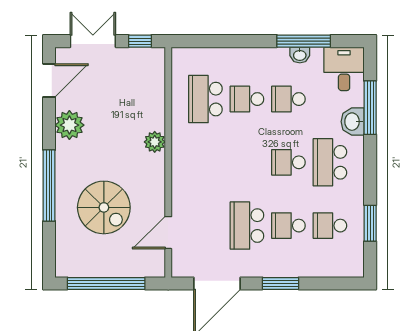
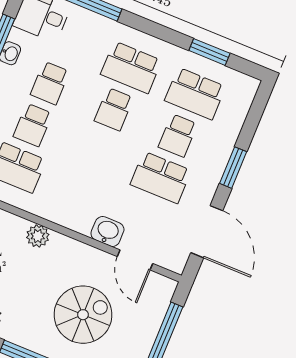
washbasin: (353, 122) -> (107, 231), moved, turned 180
school desk: (330, 226) -> (195, 94), width x1.85

